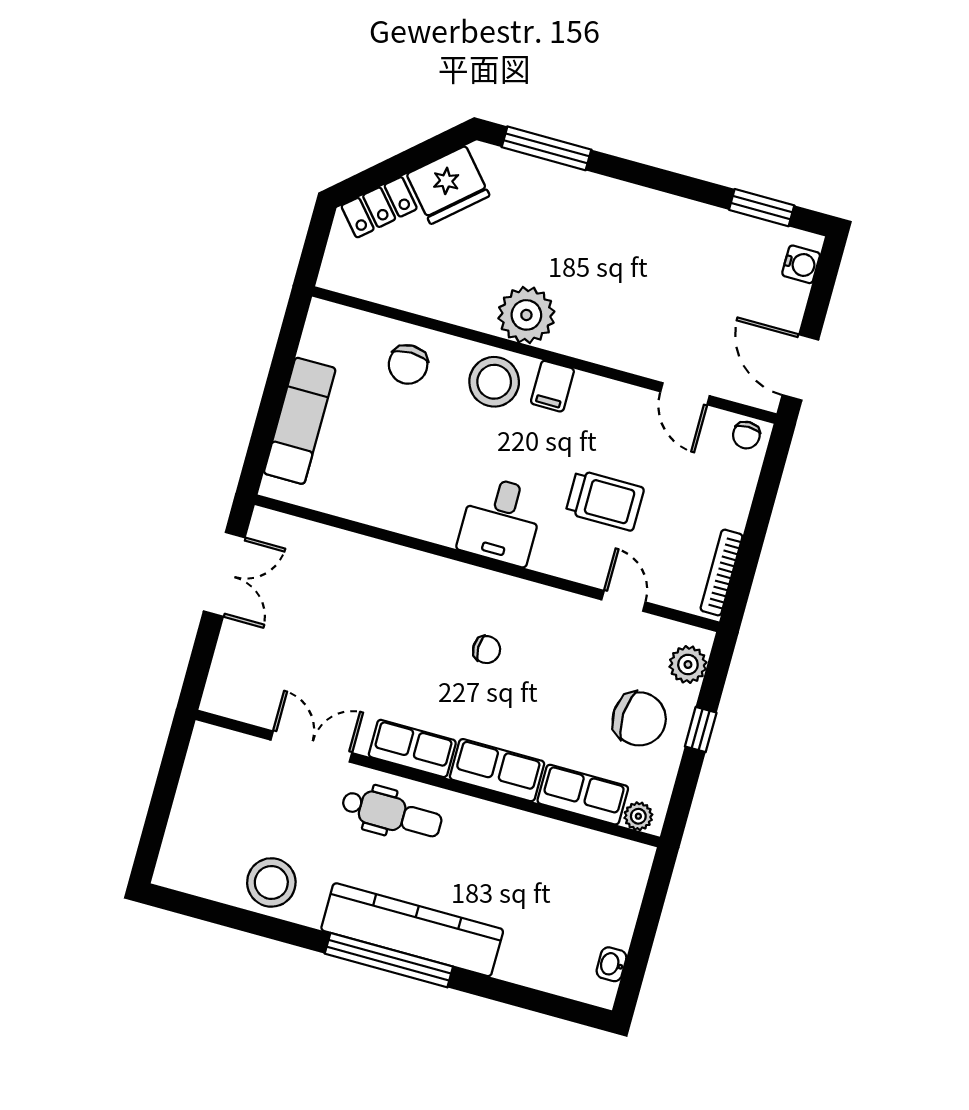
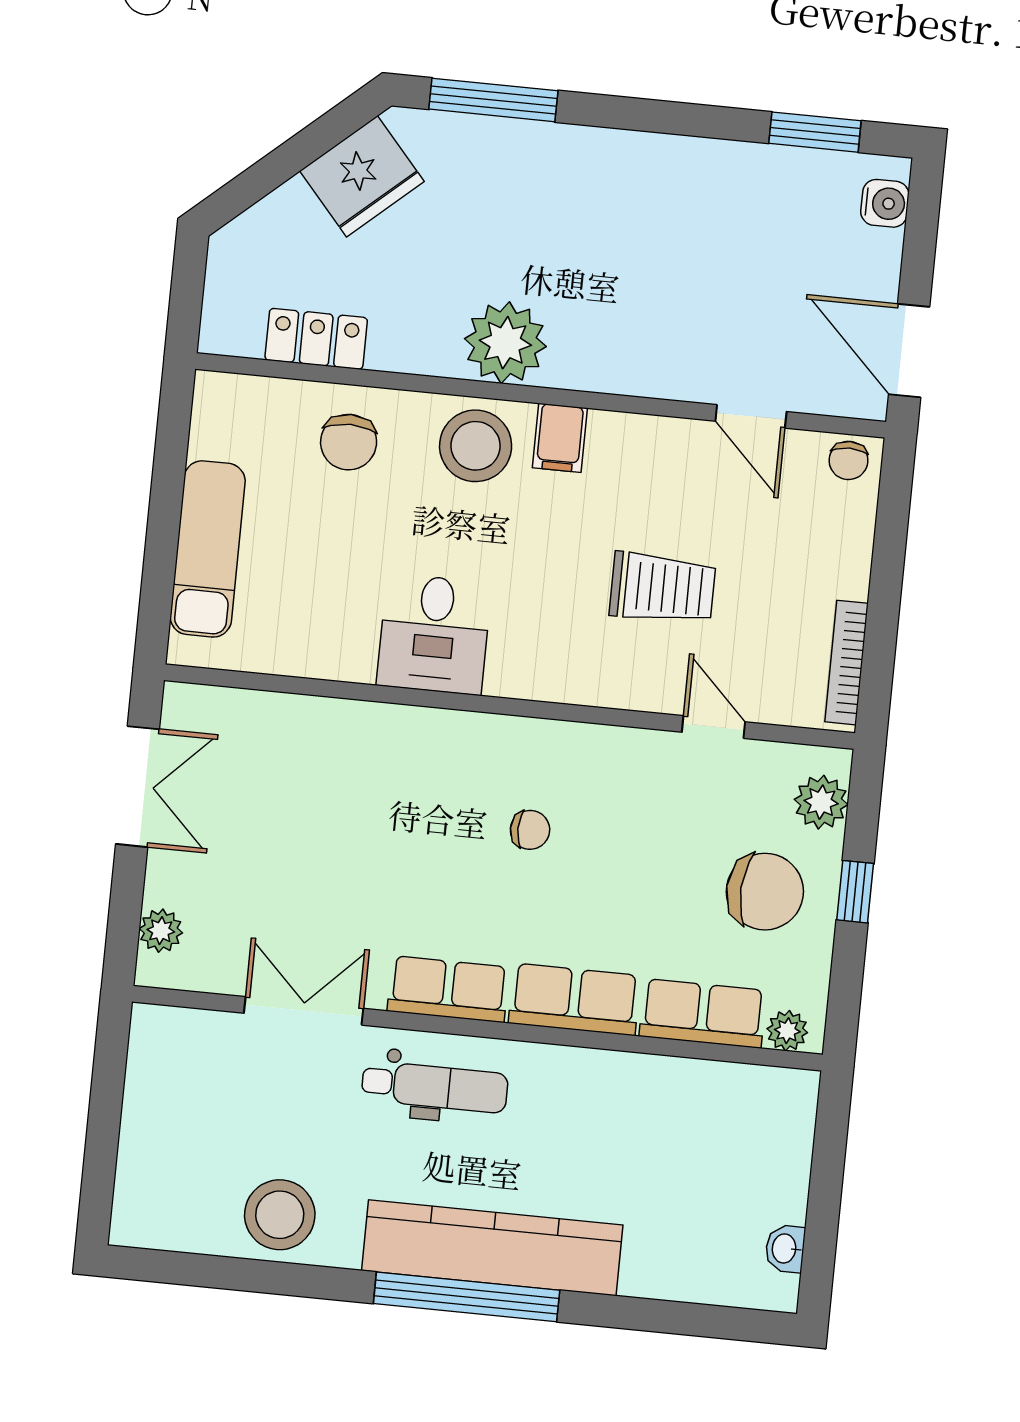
locker: (379, 207) -> (316, 339), moved, turned -139
desk: (501, 521) -> (434, 634), moved
plant: (223, 675) -> (161, 931), added

